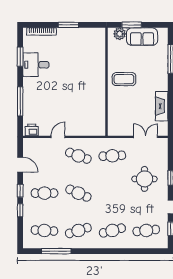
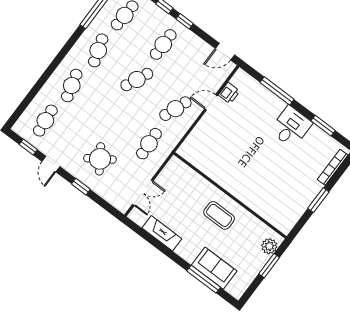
sofa: (142, 37) -> (214, 268), moved, turned 90
desk: (36, 65) -> (291, 127), moved
coffee table: (124, 79) -> (219, 215), turned 90
printer: (32, 130) -> (229, 93), moved
door: (58, 137) -> (211, 102), swing flipped
door: (20, 165) -> (225, 52), moved
round table: (144, 179) -> (100, 159), turned -34

